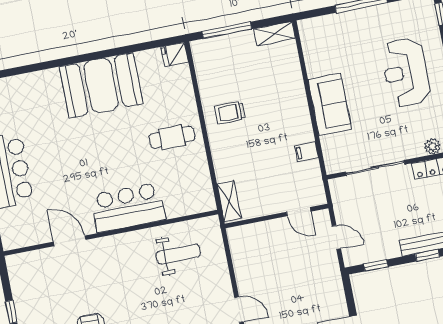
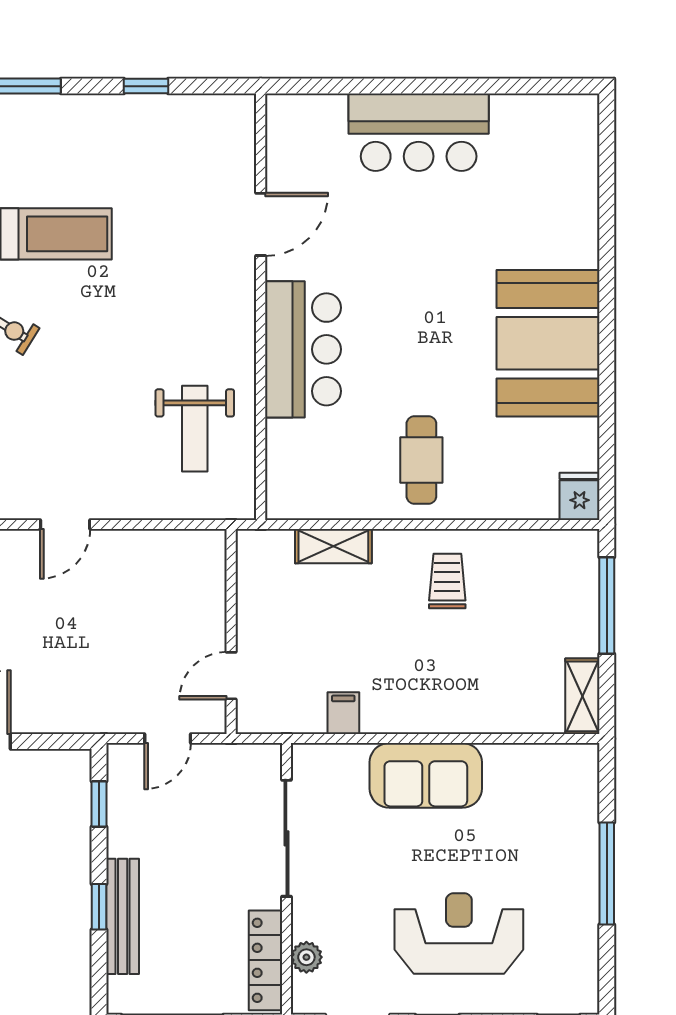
shelving: (229, 201) -> (333, 546), moved

